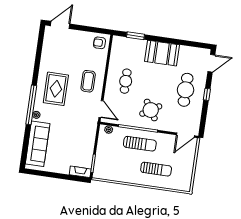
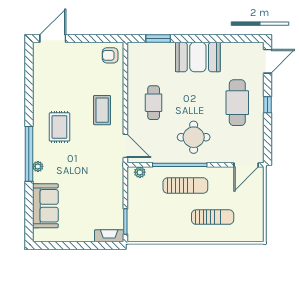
rug: (56, 89) -> (59, 127), width x0.73, depth x0.70
round table: (151, 110) -> (194, 137), turned 32
sofa: (38, 144) -> (45, 206), width x0.73

